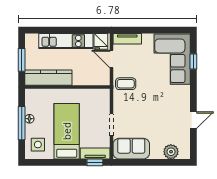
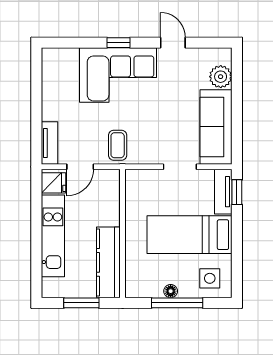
corner sofa: (172, 59) -> (118, 75), moved
window: (193, 61) -> (119, 43), moved
sofa: (131, 149) -> (216, 127), width x1.36

